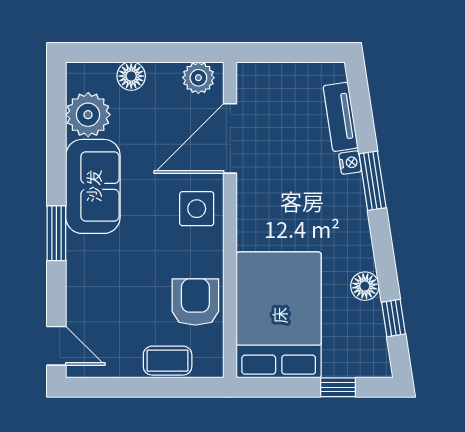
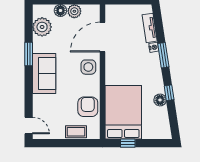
plant: (198, 78) -> (74, 11), moved
sofa: (93, 186) -> (44, 74), moved
window: (56, 233) -> (29, 54), moved
window: (394, 318) -> (169, 93), moved
window: (338, 387) -> (128, 143), moved

